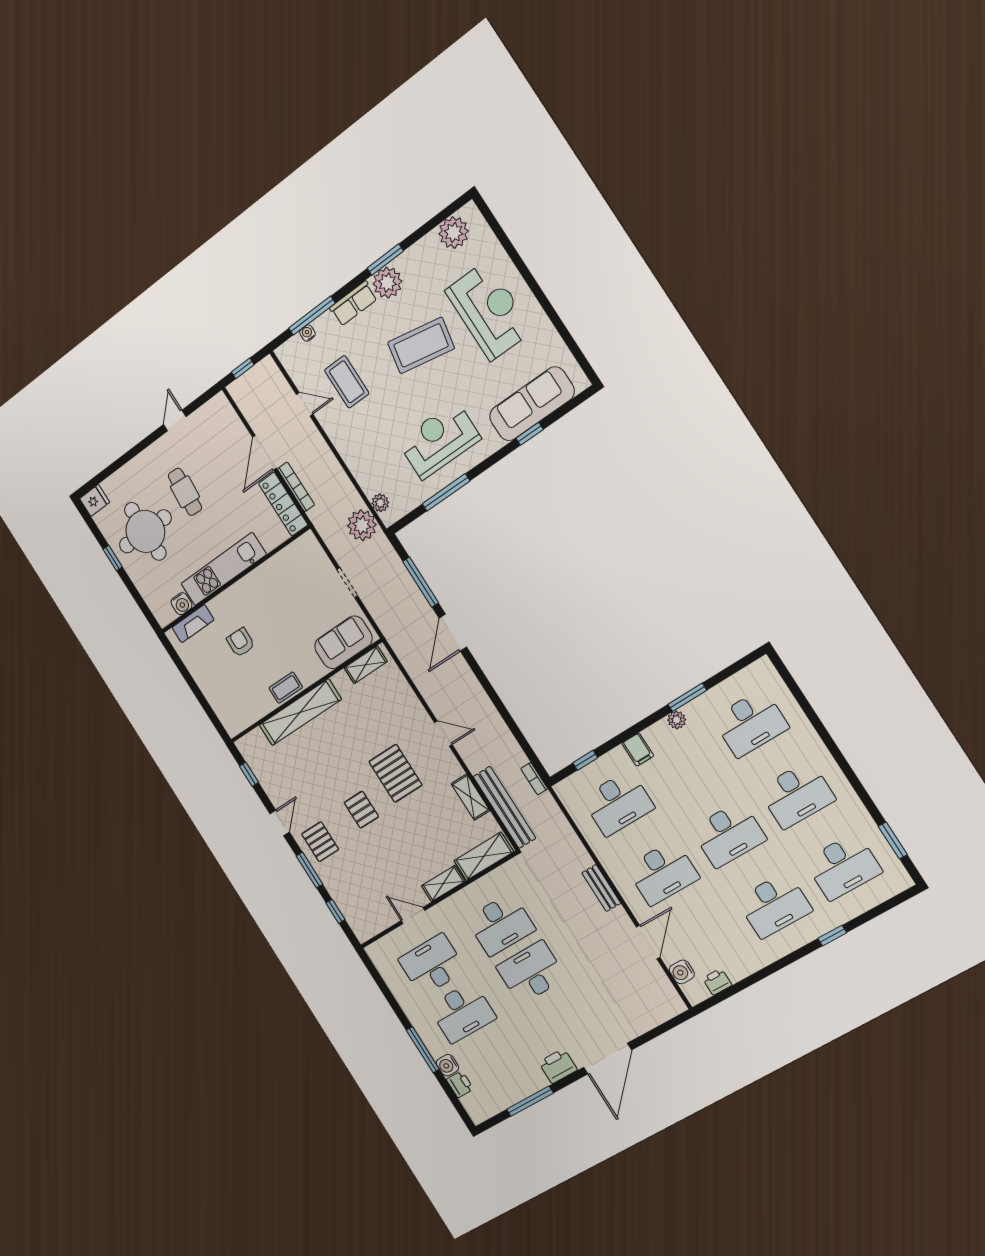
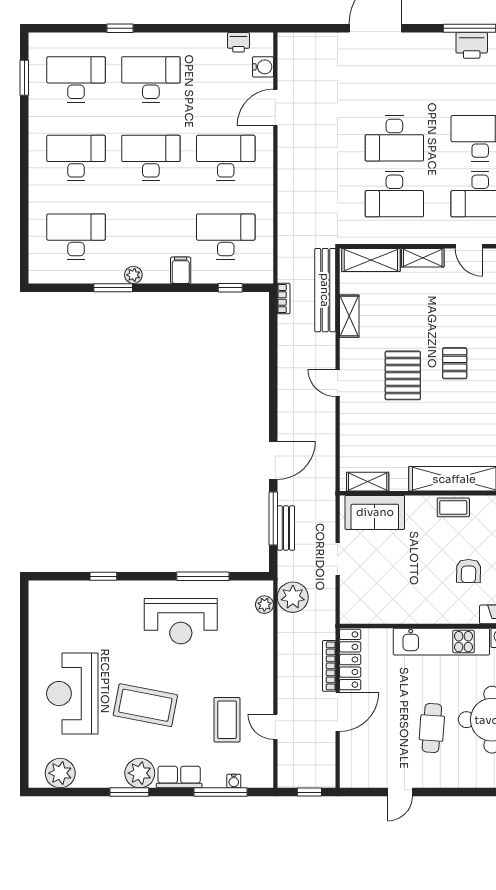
sofa: (532, 404) -> (86, 598), removed
bench: (601, 888) -> (286, 528), moved
desk: (501, 924) -> (394, 194), turned 180
printer: (558, 1066) -> (472, 45), moved

